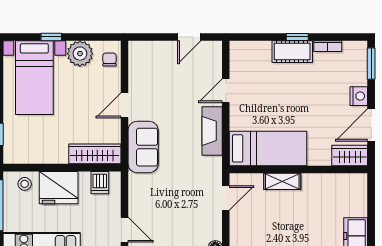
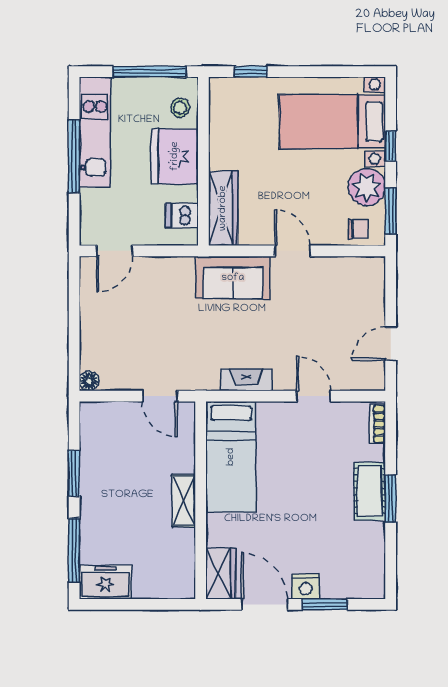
window: (97, 37) -> (391, 211), added
door: (189, 37) -> (391, 344), hinge flipped
window: (297, 37) -> (391, 499), width x1.50
bookcase: (328, 46) -> (377, 424), moved
window: (371, 64) -> (325, 604), moved
fireplace: (212, 131) -> (246, 380), width x0.73, depth x0.76
shelving: (282, 181) -> (184, 501), moved

